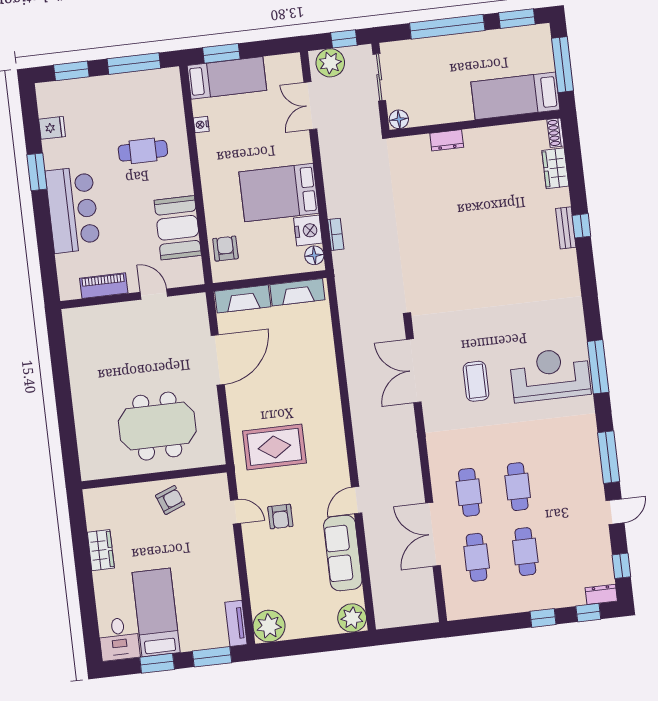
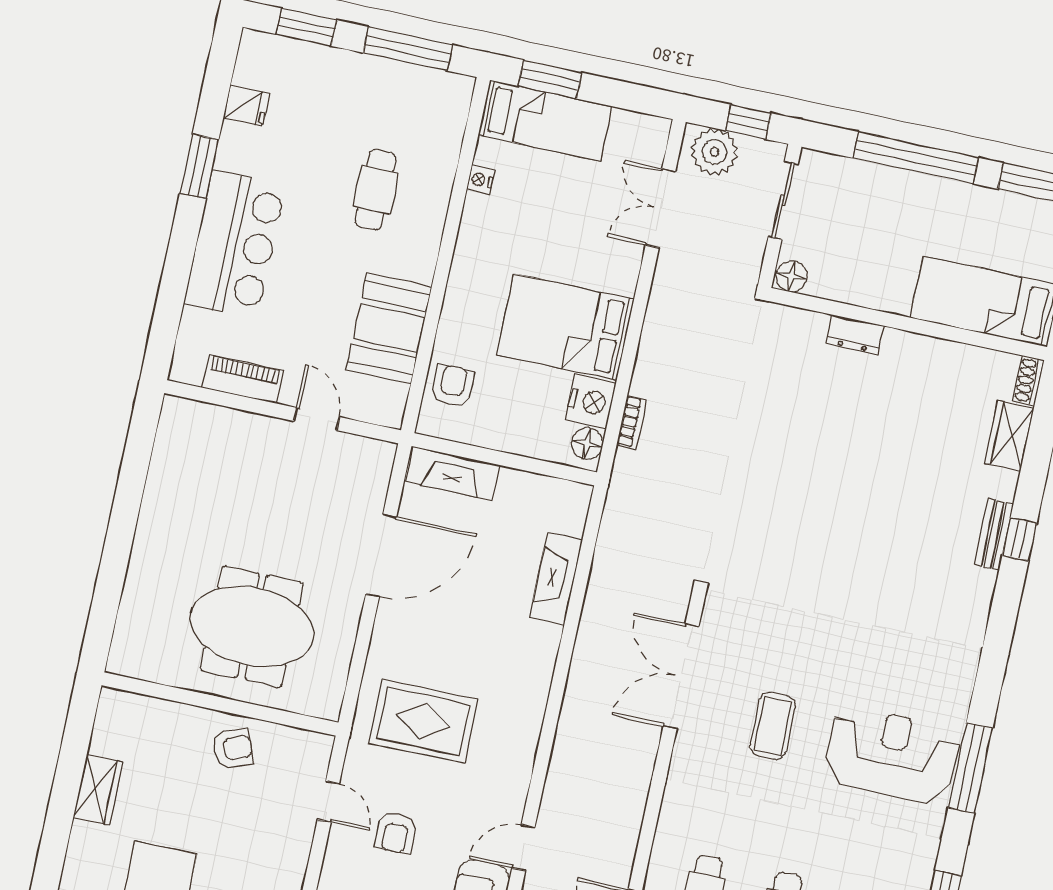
cafe table: (143, 151) -> (376, 190), turned 90
fireplace: (297, 292) -> (556, 578), moved, turned 90

